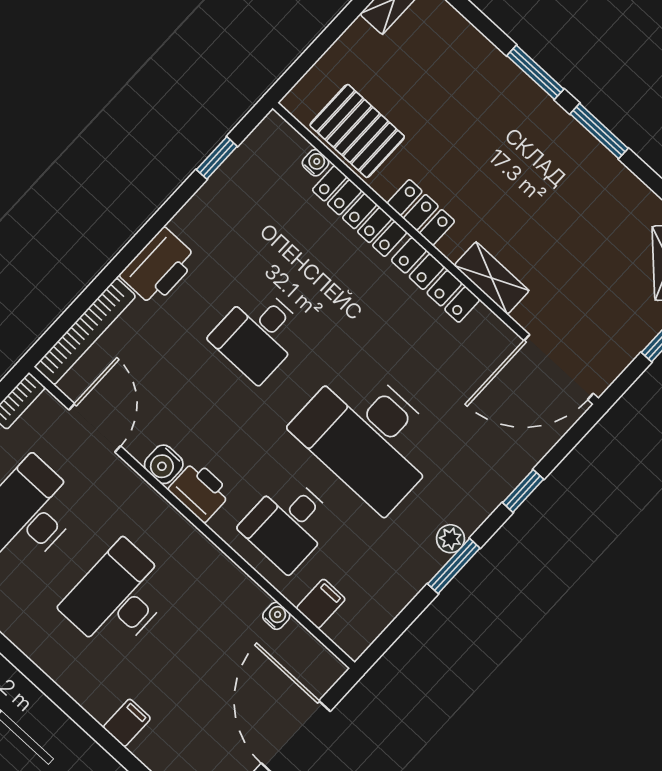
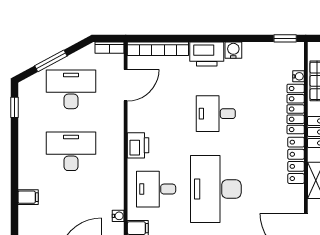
window: (217, 158) -> (285, 38), moved
water cooler: (164, 464) -> (233, 50), moved, turned 90

